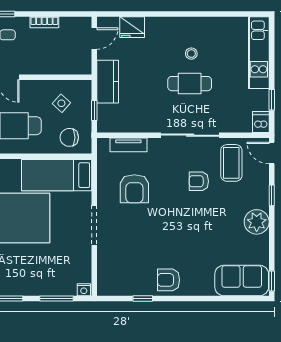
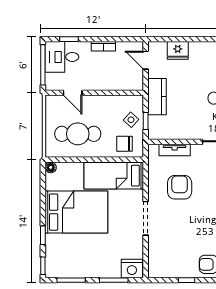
door: (94, 39) -> (146, 60), swing flipped
side table: (61, 103) -> (131, 120), moved
armchair: (134, 189) -> (180, 187), turned 180
nightstand: (84, 290) -> (132, 269), width x1.89, depth x1.79

